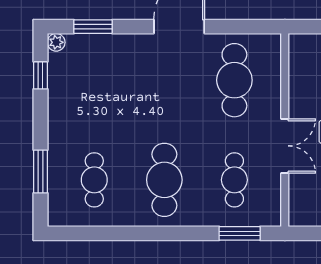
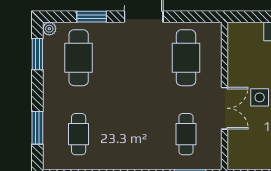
window: (93, 27) -> (92, 17), moved
window: (40, 75) -> (37, 54), width x1.50
cafe table: (164, 180) -> (79, 58), moved

